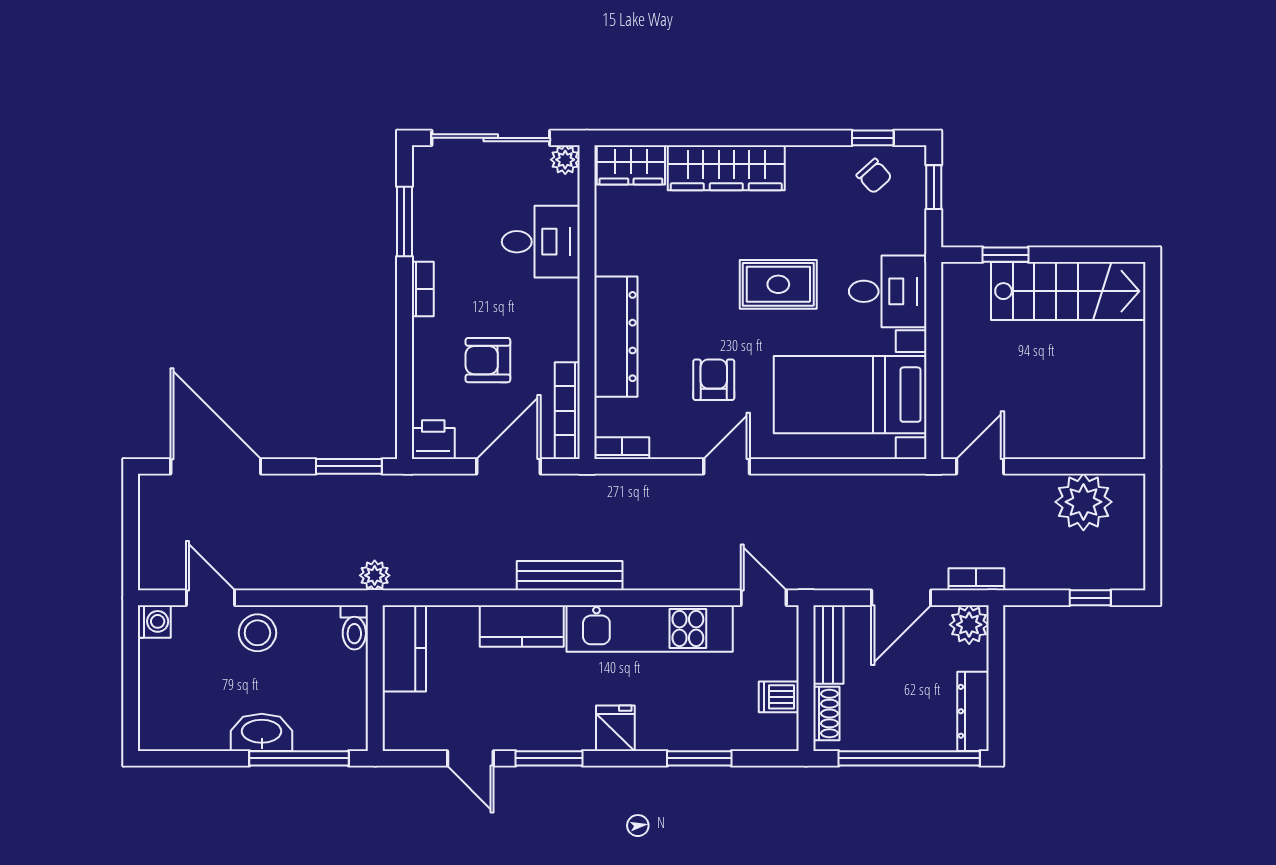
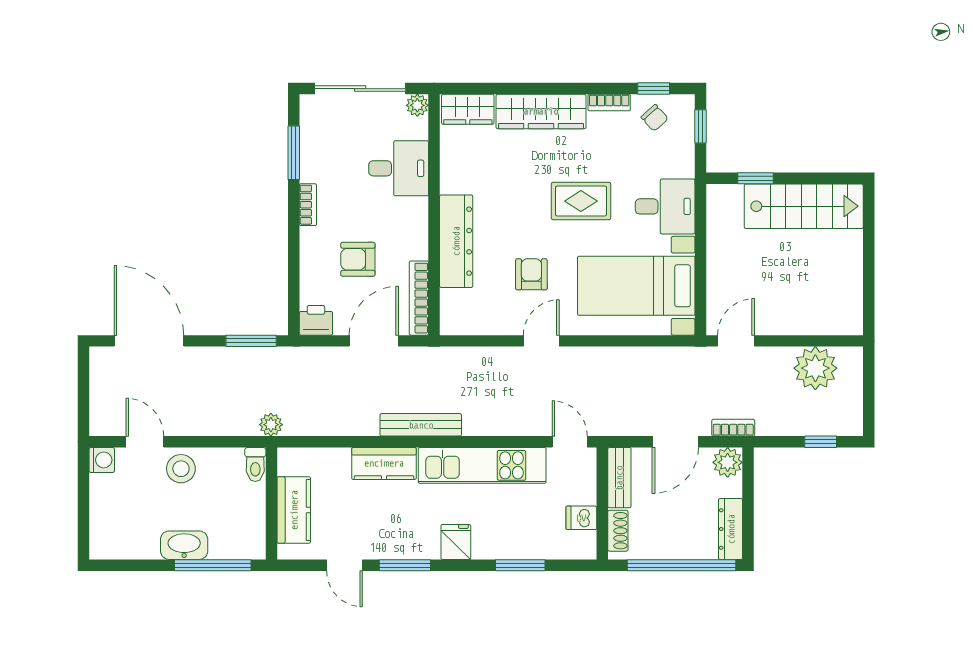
bookcase: (622, 448) -> (609, 103), moved, turned 180
kitchen counter: (404, 648) -> (294, 510), moved

